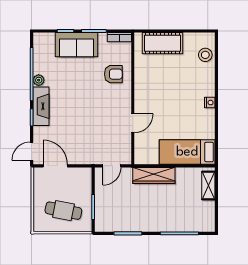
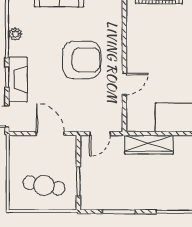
armchair: (113, 74) -> (82, 60), moved, width x1.88, depth x1.88
fireplace: (41, 106) -> (18, 80), moved
door: (55, 166) -> (50, 134), moved

